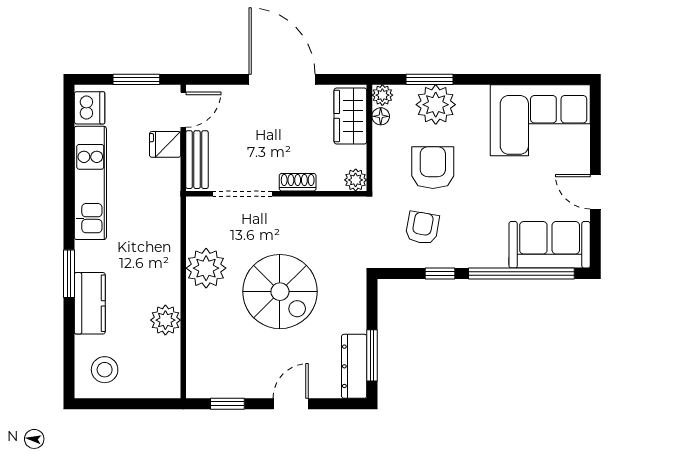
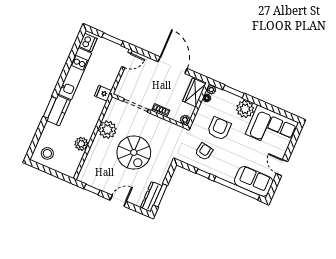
plant: (436, 105) -> (245, 109), moved
fridge: (165, 144) -> (103, 93), moved
bench: (197, 160) -> (123, 83), removed
kitchen counter: (90, 303) -> (59, 111), moved

